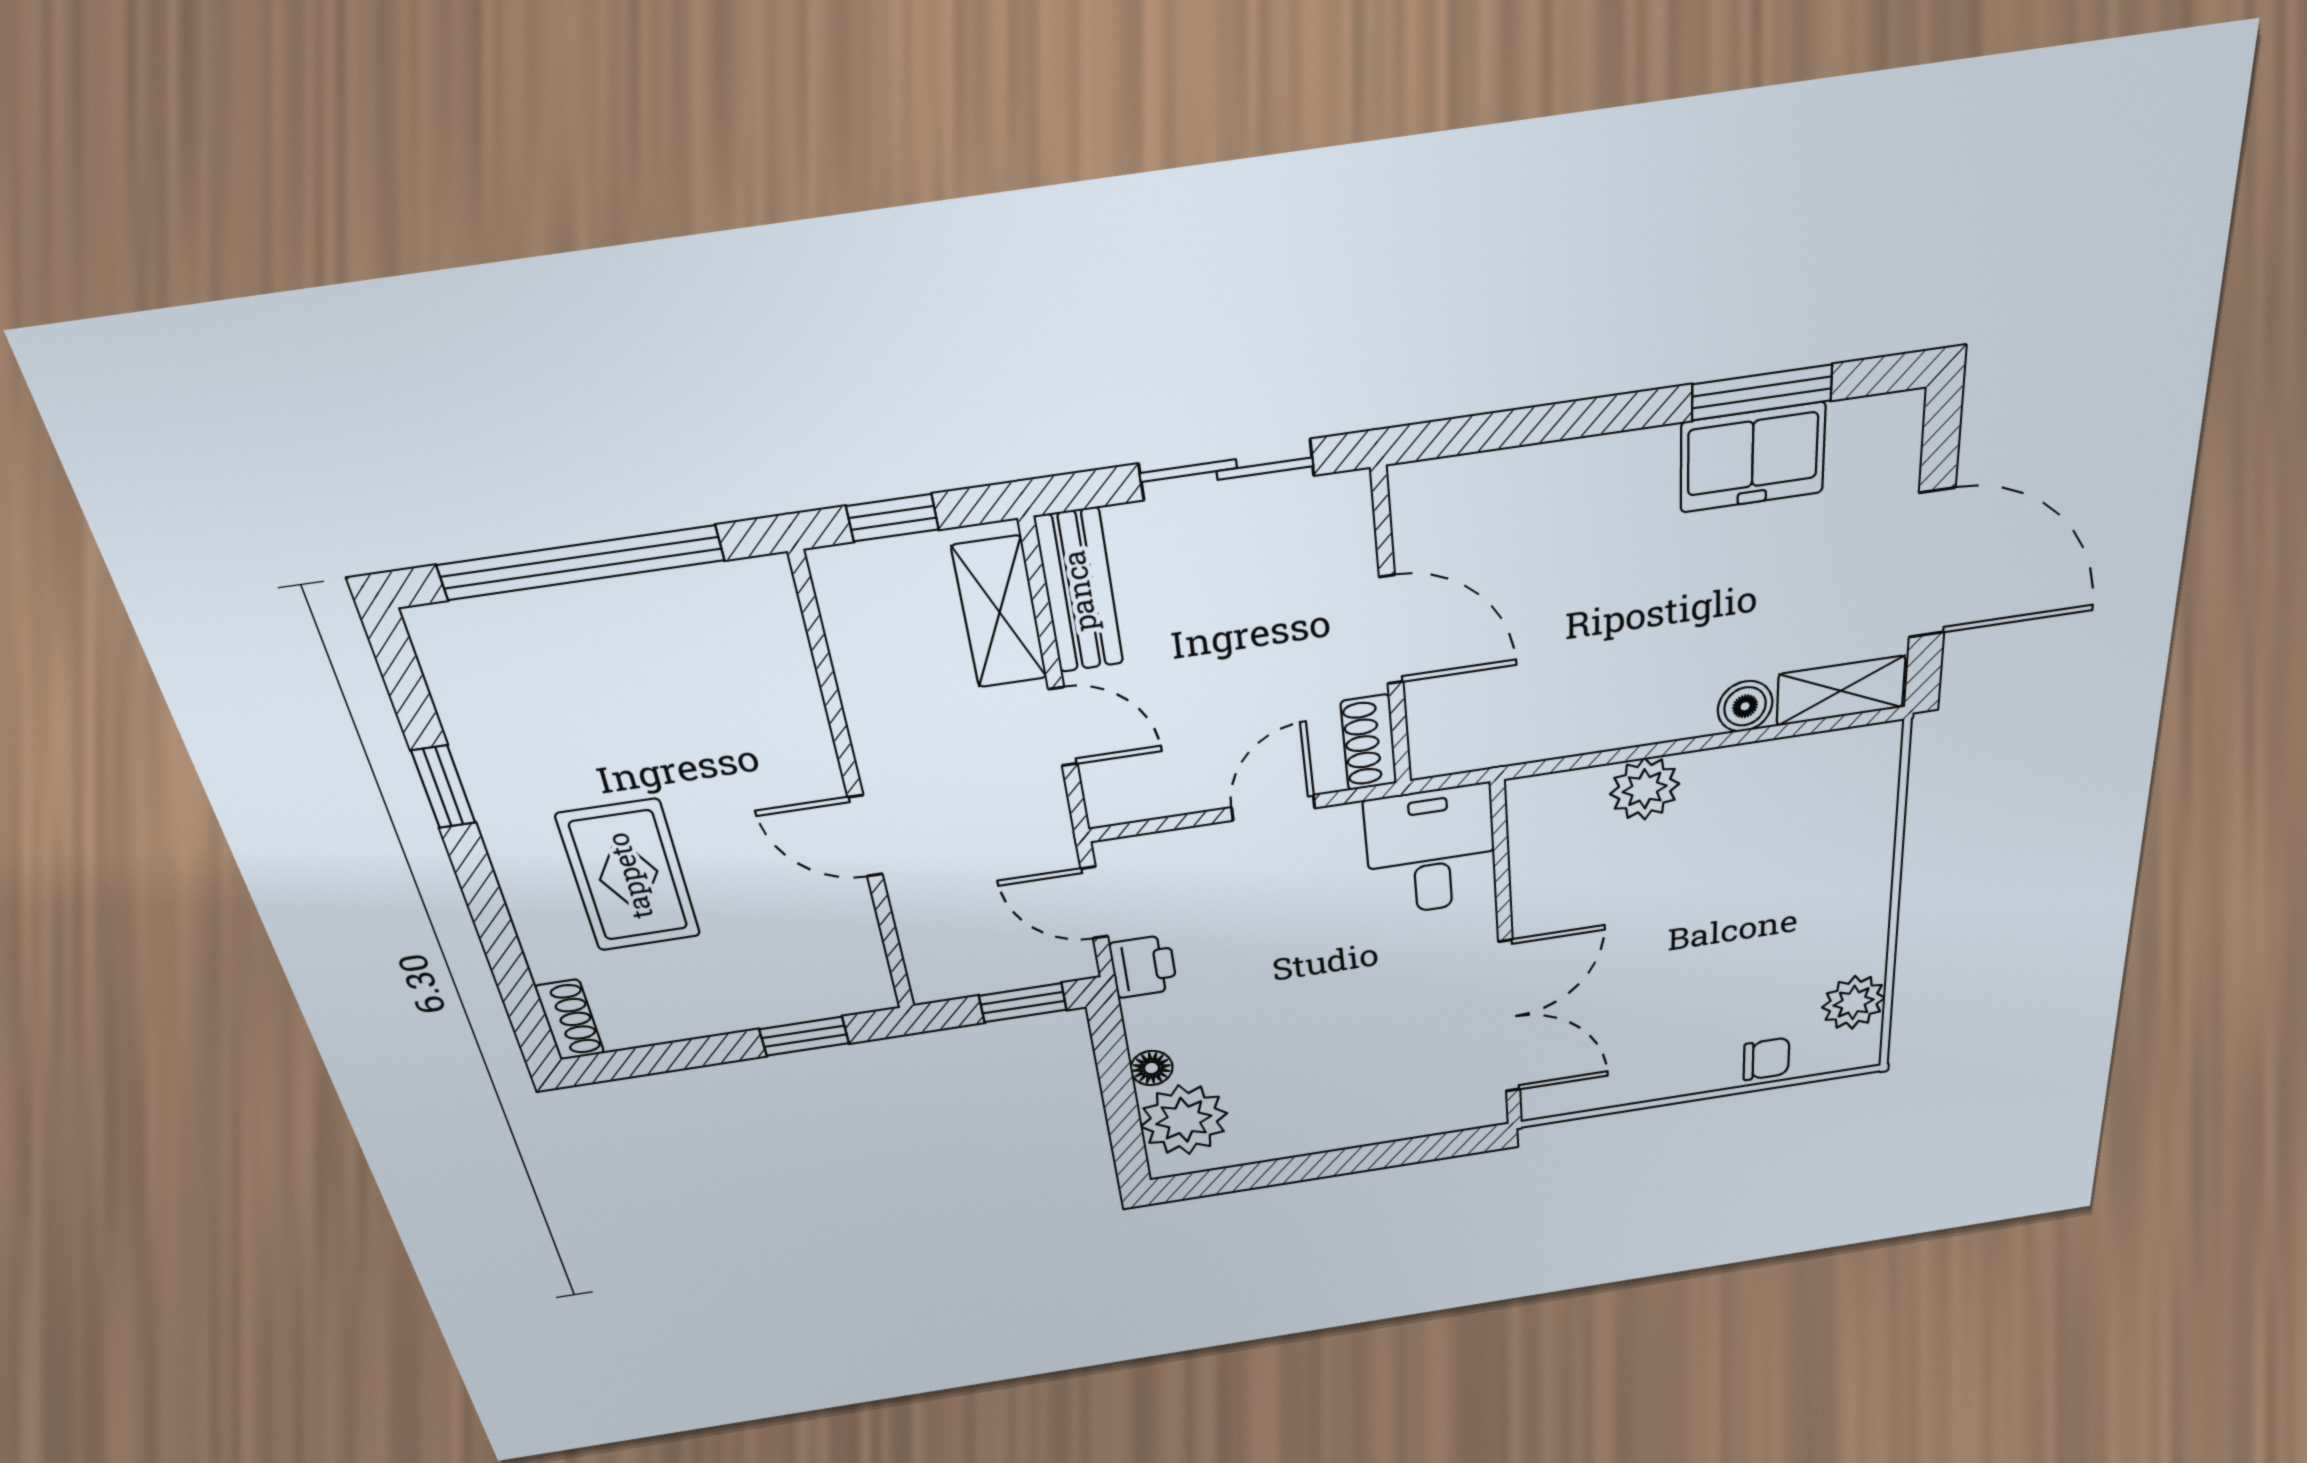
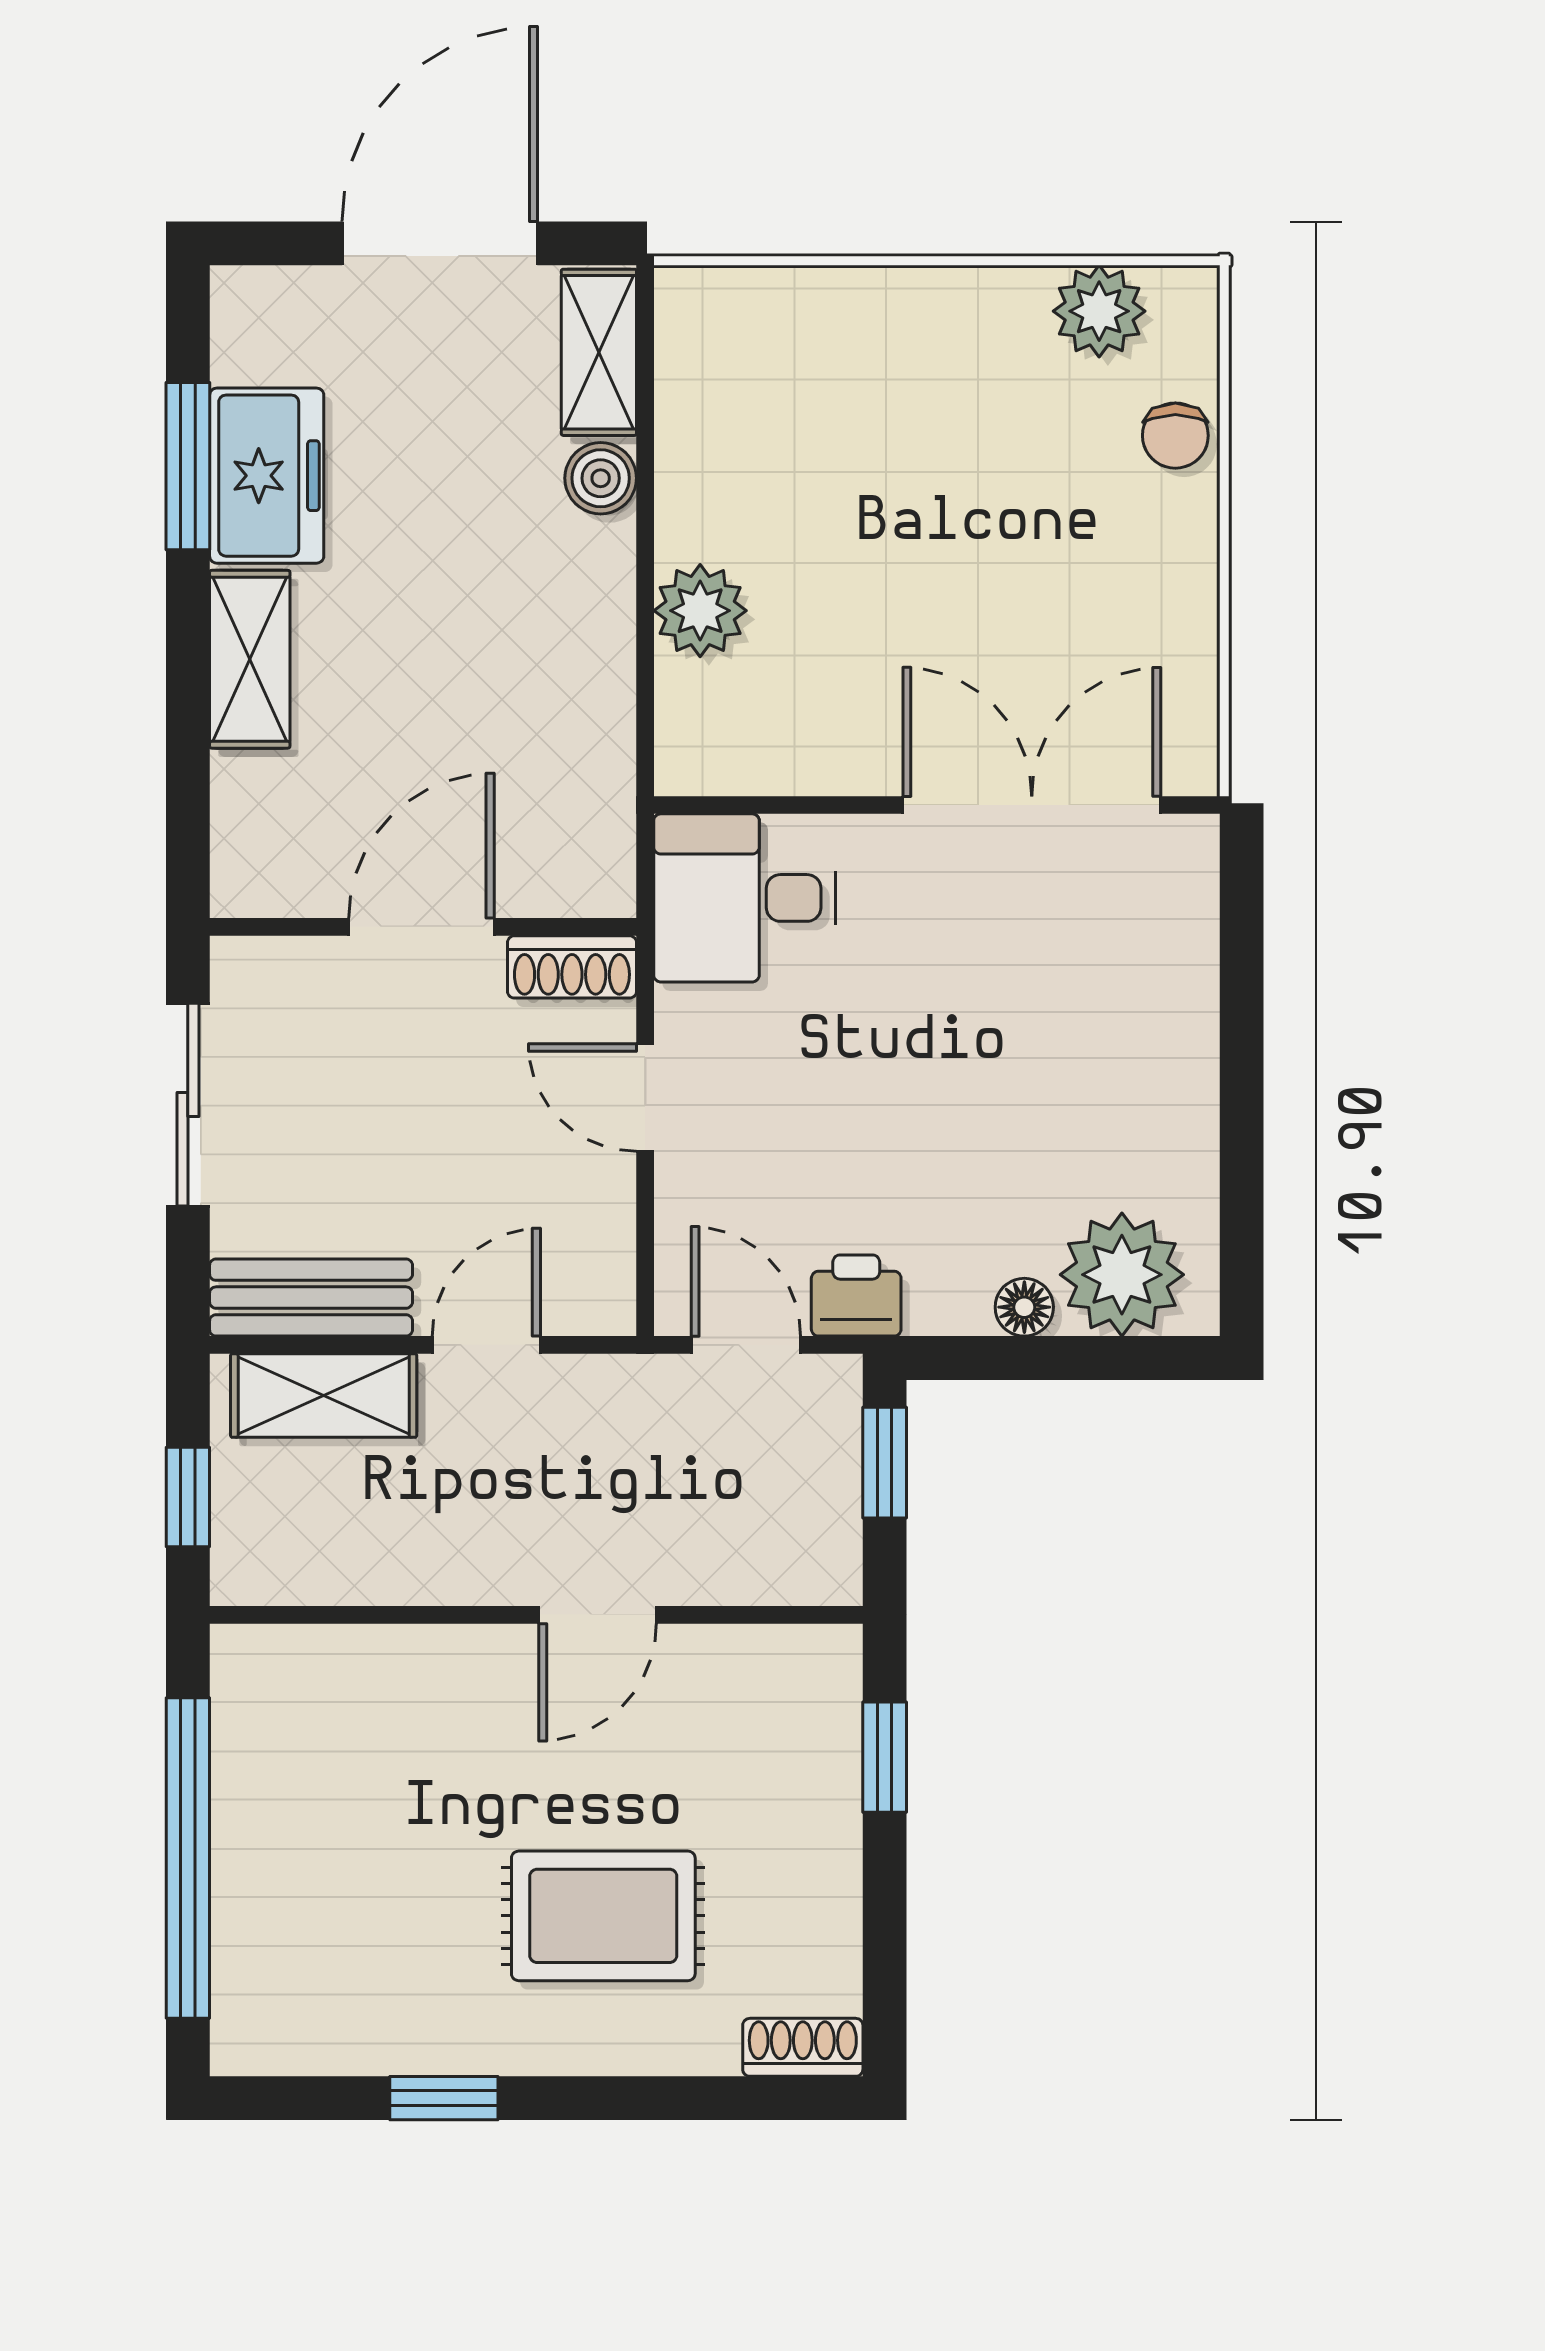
shelving: (1602, 466) -> (250, 659), added
door: (1094, 903) -> (746, 1345), swing flipped
chair: (1766, 1059) -> (1175, 436), turned 180

